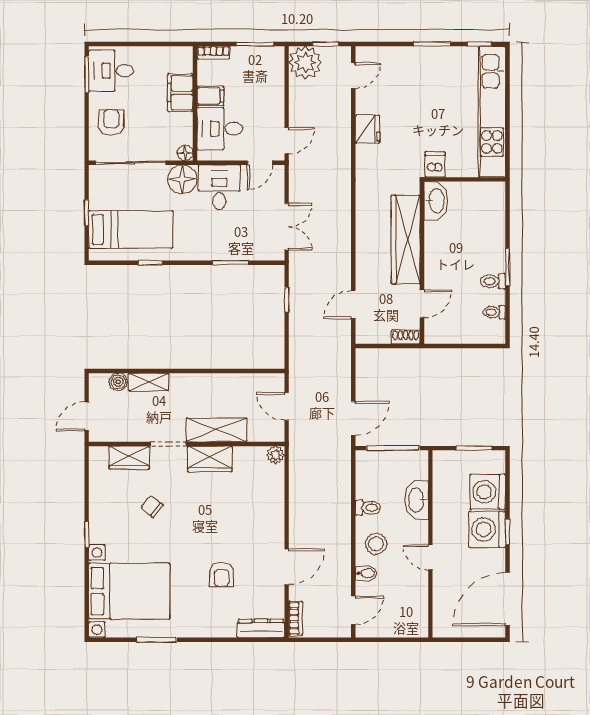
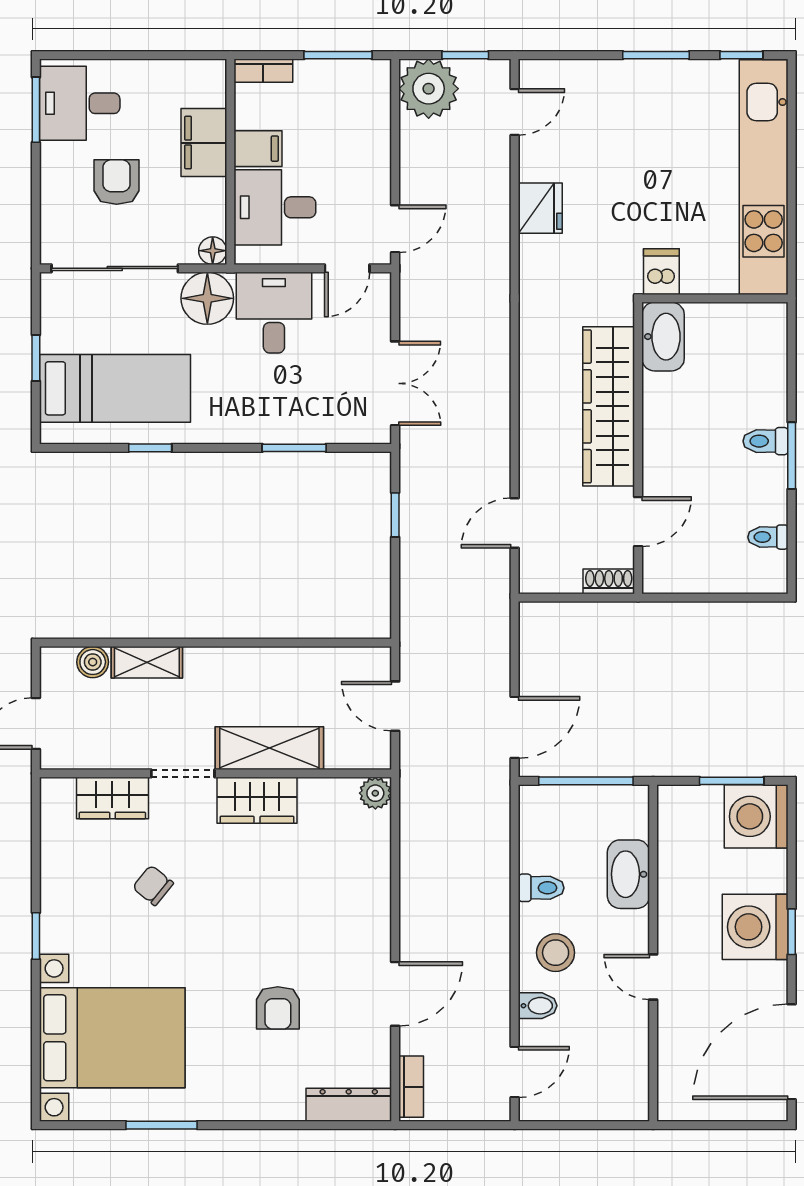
armchair: (111, 122) -> (117, 182), moved
toilet: (493, 281) -> (765, 441), moved
washing machine: (488, 492) -> (756, 816), moved

